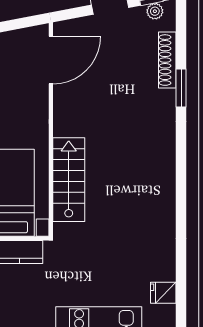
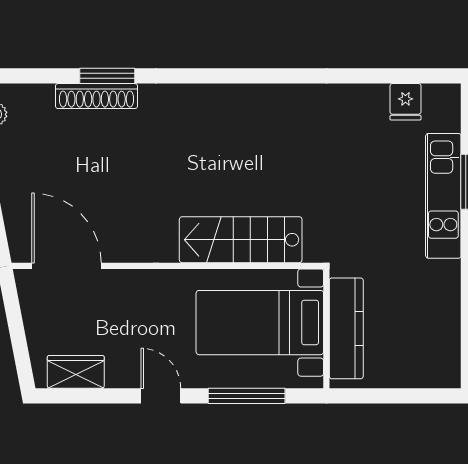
shoe rack: (167, 60) -> (96, 96), moved

